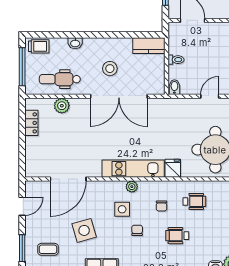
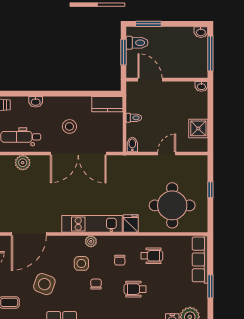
side table: (84, 230) -> (44, 284), turned 36

